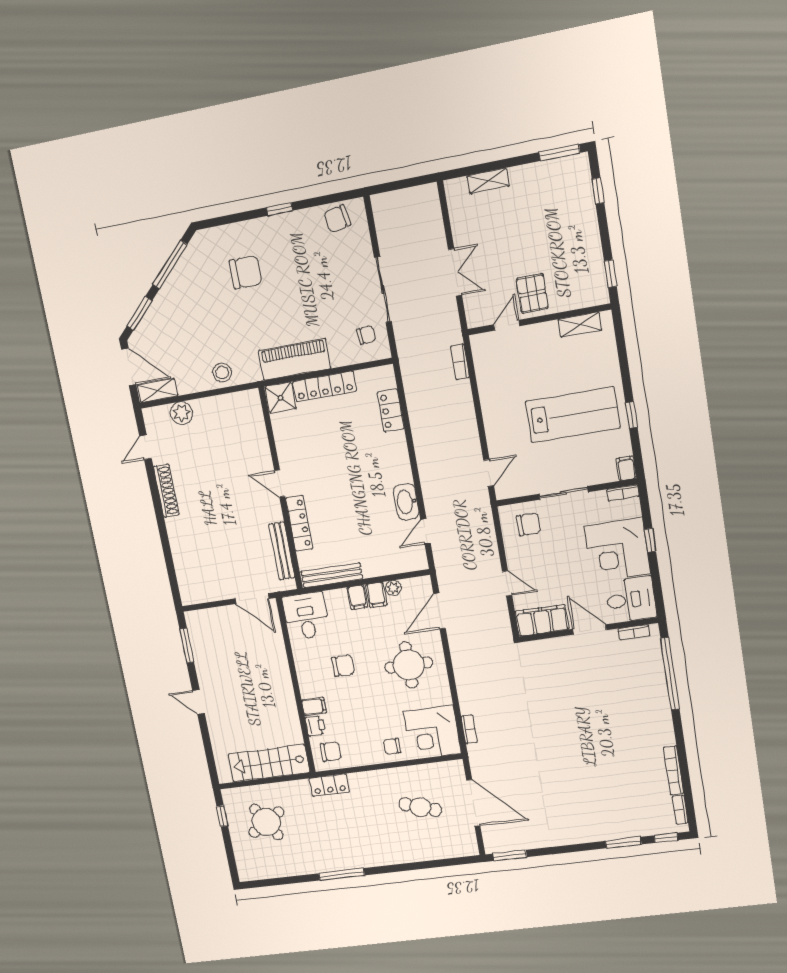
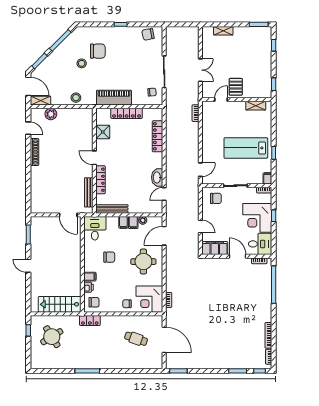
stool: (220, 303) -> (82, 63), added
shower: (280, 398) -> (103, 132), moved
locker: (391, 411) -> (157, 136), width x1.53
lab bench: (573, 415) -> (246, 148), turned 180
door: (145, 447) -> (28, 128), swing flipped

